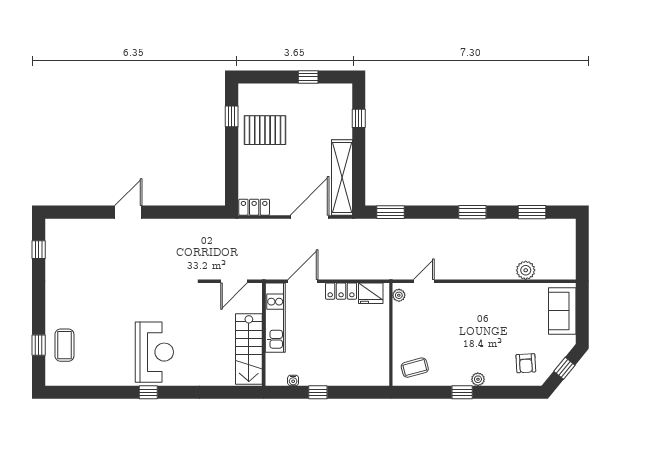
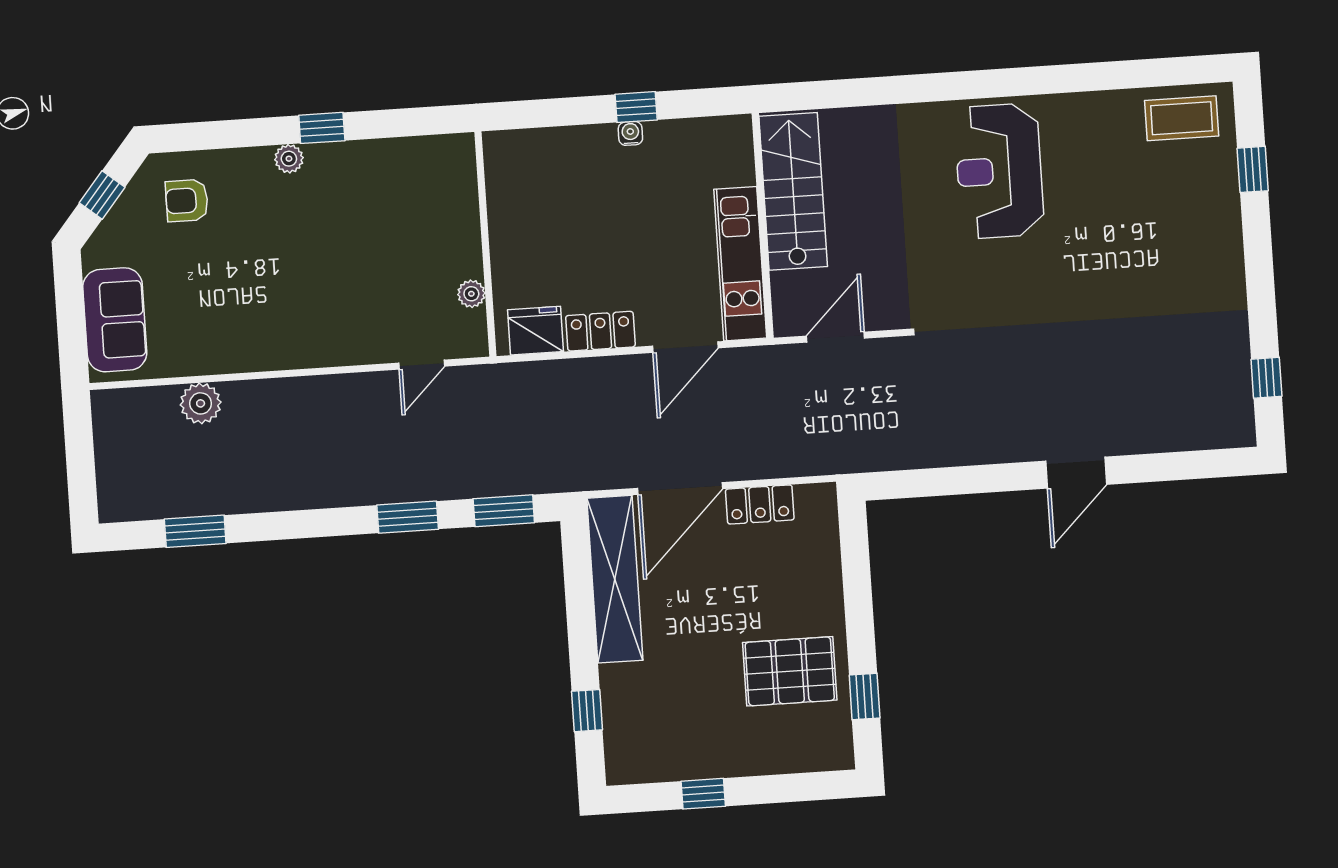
locker: (254, 207) -> (760, 504), moved
window: (472, 212) -> (408, 517), moved
plant: (399, 295) -> (471, 294), moved
coffee table: (64, 345) -> (1182, 118), moved, turned 90
armchair: (526, 363) -> (187, 201), turned -87
coffee table: (415, 368) -> (429, 175), removed
water cooler: (293, 380) -> (630, 133), moved
window: (148, 392) -> (1007, 82), removed

